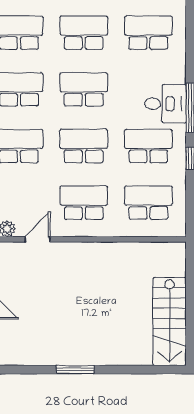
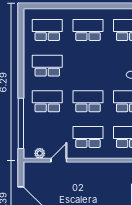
school desk: (84, 89) -> (88, 66), removed

